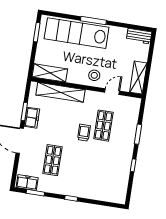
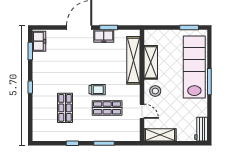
shelving: (50, 73) -> (151, 62), moved
shop shelf: (52, 160) -> (65, 108), moved, turned 90

